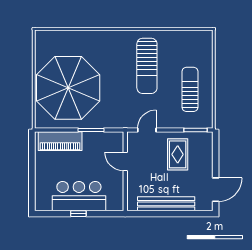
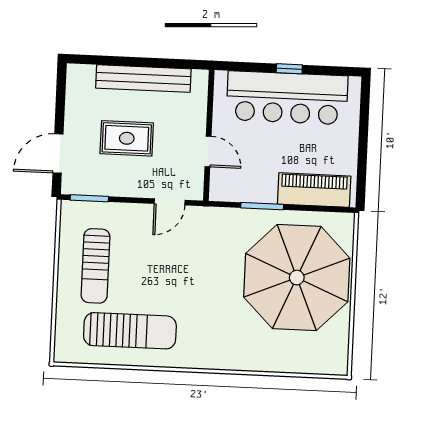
sun lounger: (147, 66) -> (130, 331), moved, turned 90
rug: (178, 154) -> (127, 138), moved, turned 90
door: (216, 190) -> (58, 153), moved
bar counter: (79, 196) -> (287, 98), width x1.36

